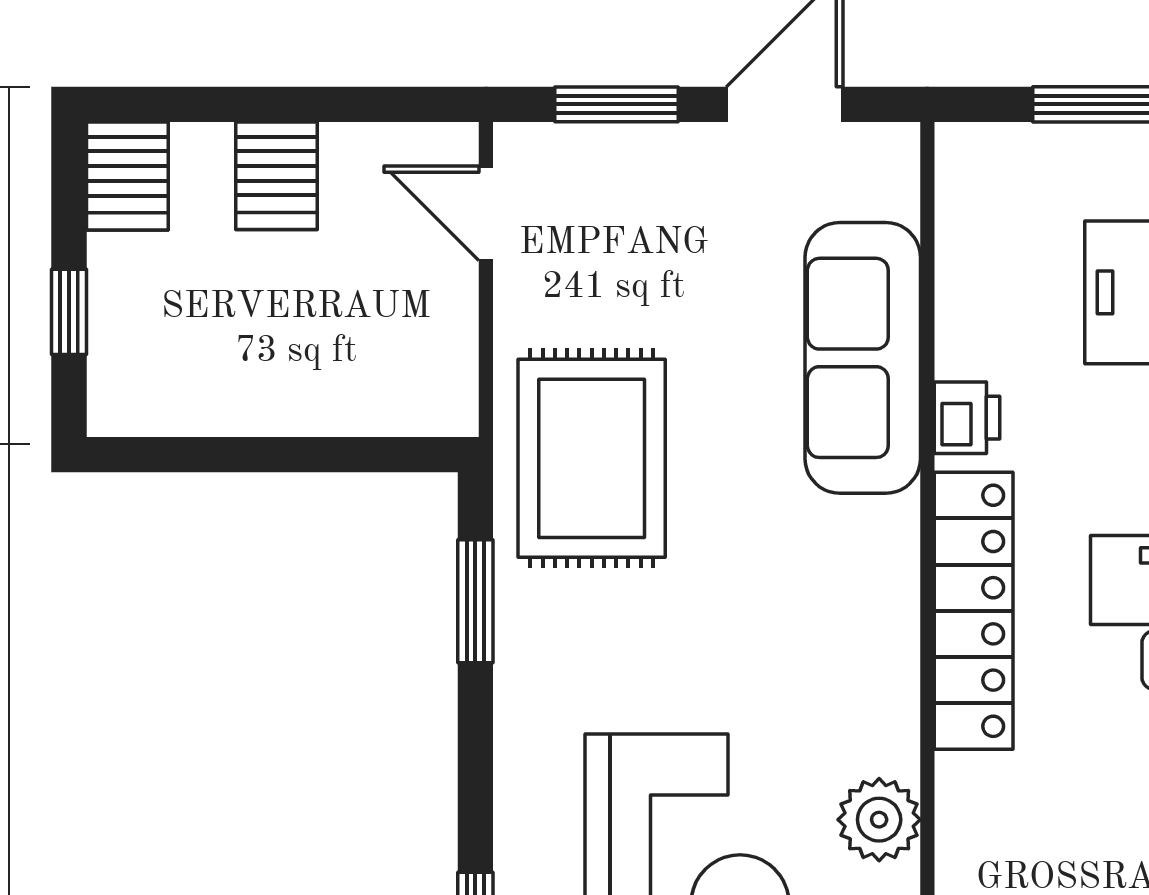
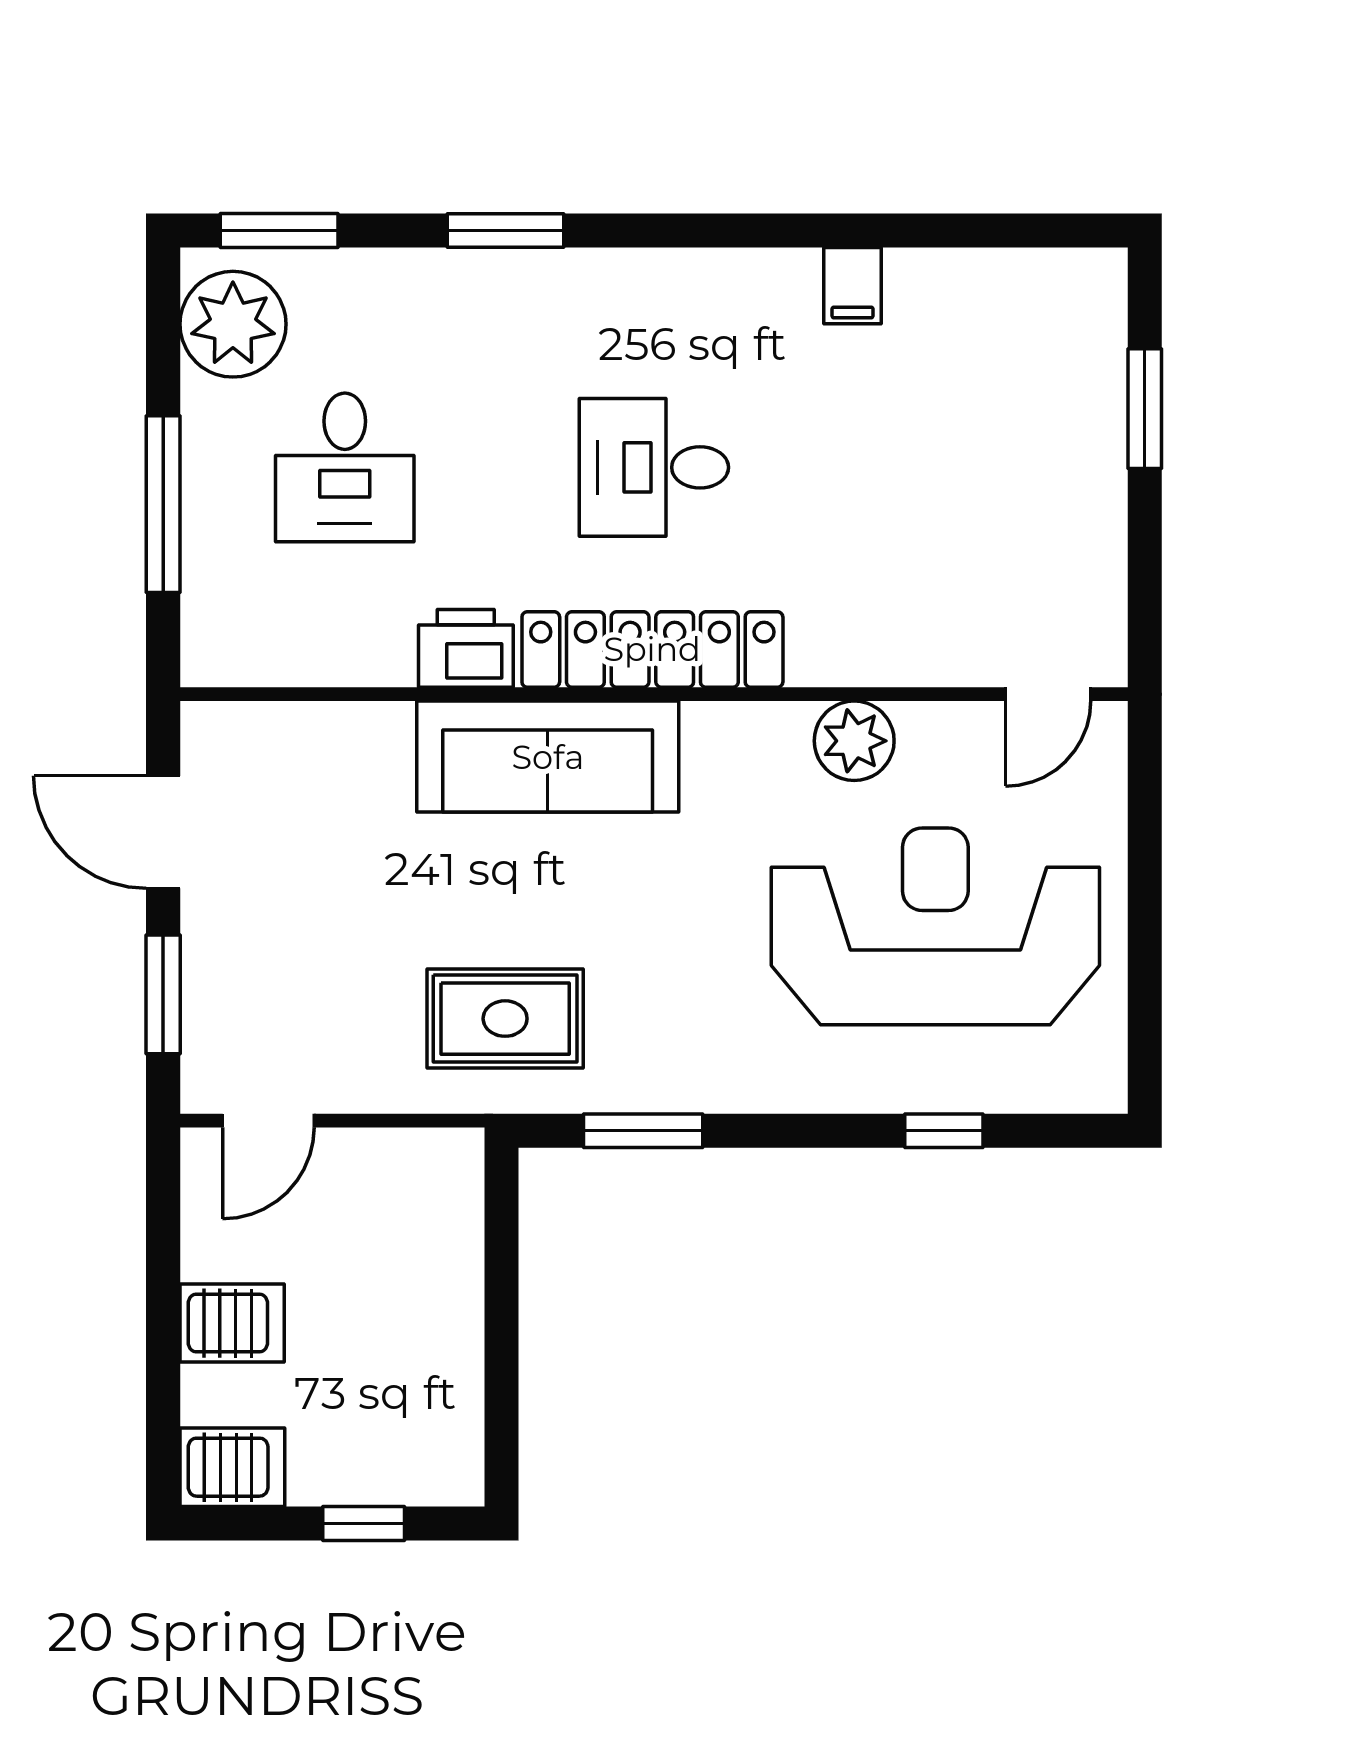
sofa: (863, 358) -> (548, 757), moved
printer: (967, 418) -> (466, 648), width x1.36, depth x1.24
rug: (592, 458) -> (505, 1019), width x0.73, depth x0.70

